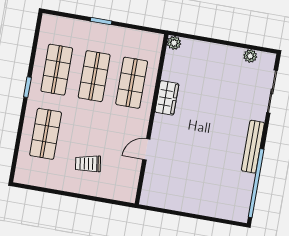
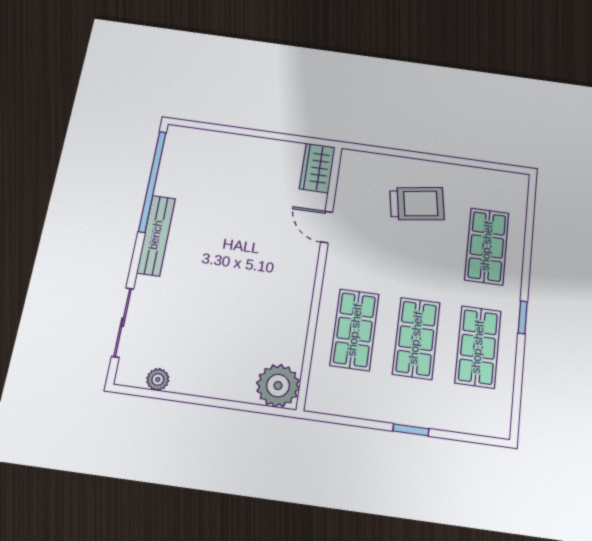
plant: (174, 43) -> (278, 386), width x1.87, depth x1.87
wardrobe: (167, 98) -> (317, 168), moved
door: (146, 149) -> (327, 227), swing flipped
trolley: (88, 164) -> (417, 204), width x1.36, depth x1.39

